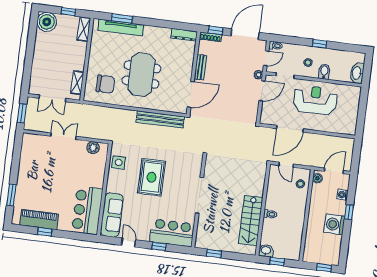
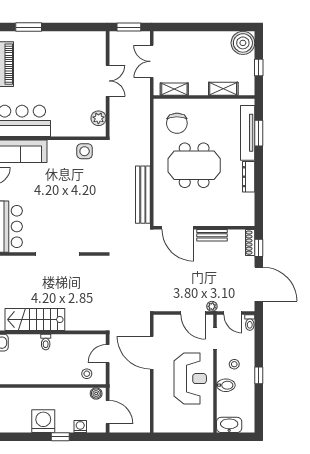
shelving: (84, 29) -> (223, 89), moved
dresser: (184, 35) -> (249, 177), moved
rug: (152, 177) -> (72, 193), removed

